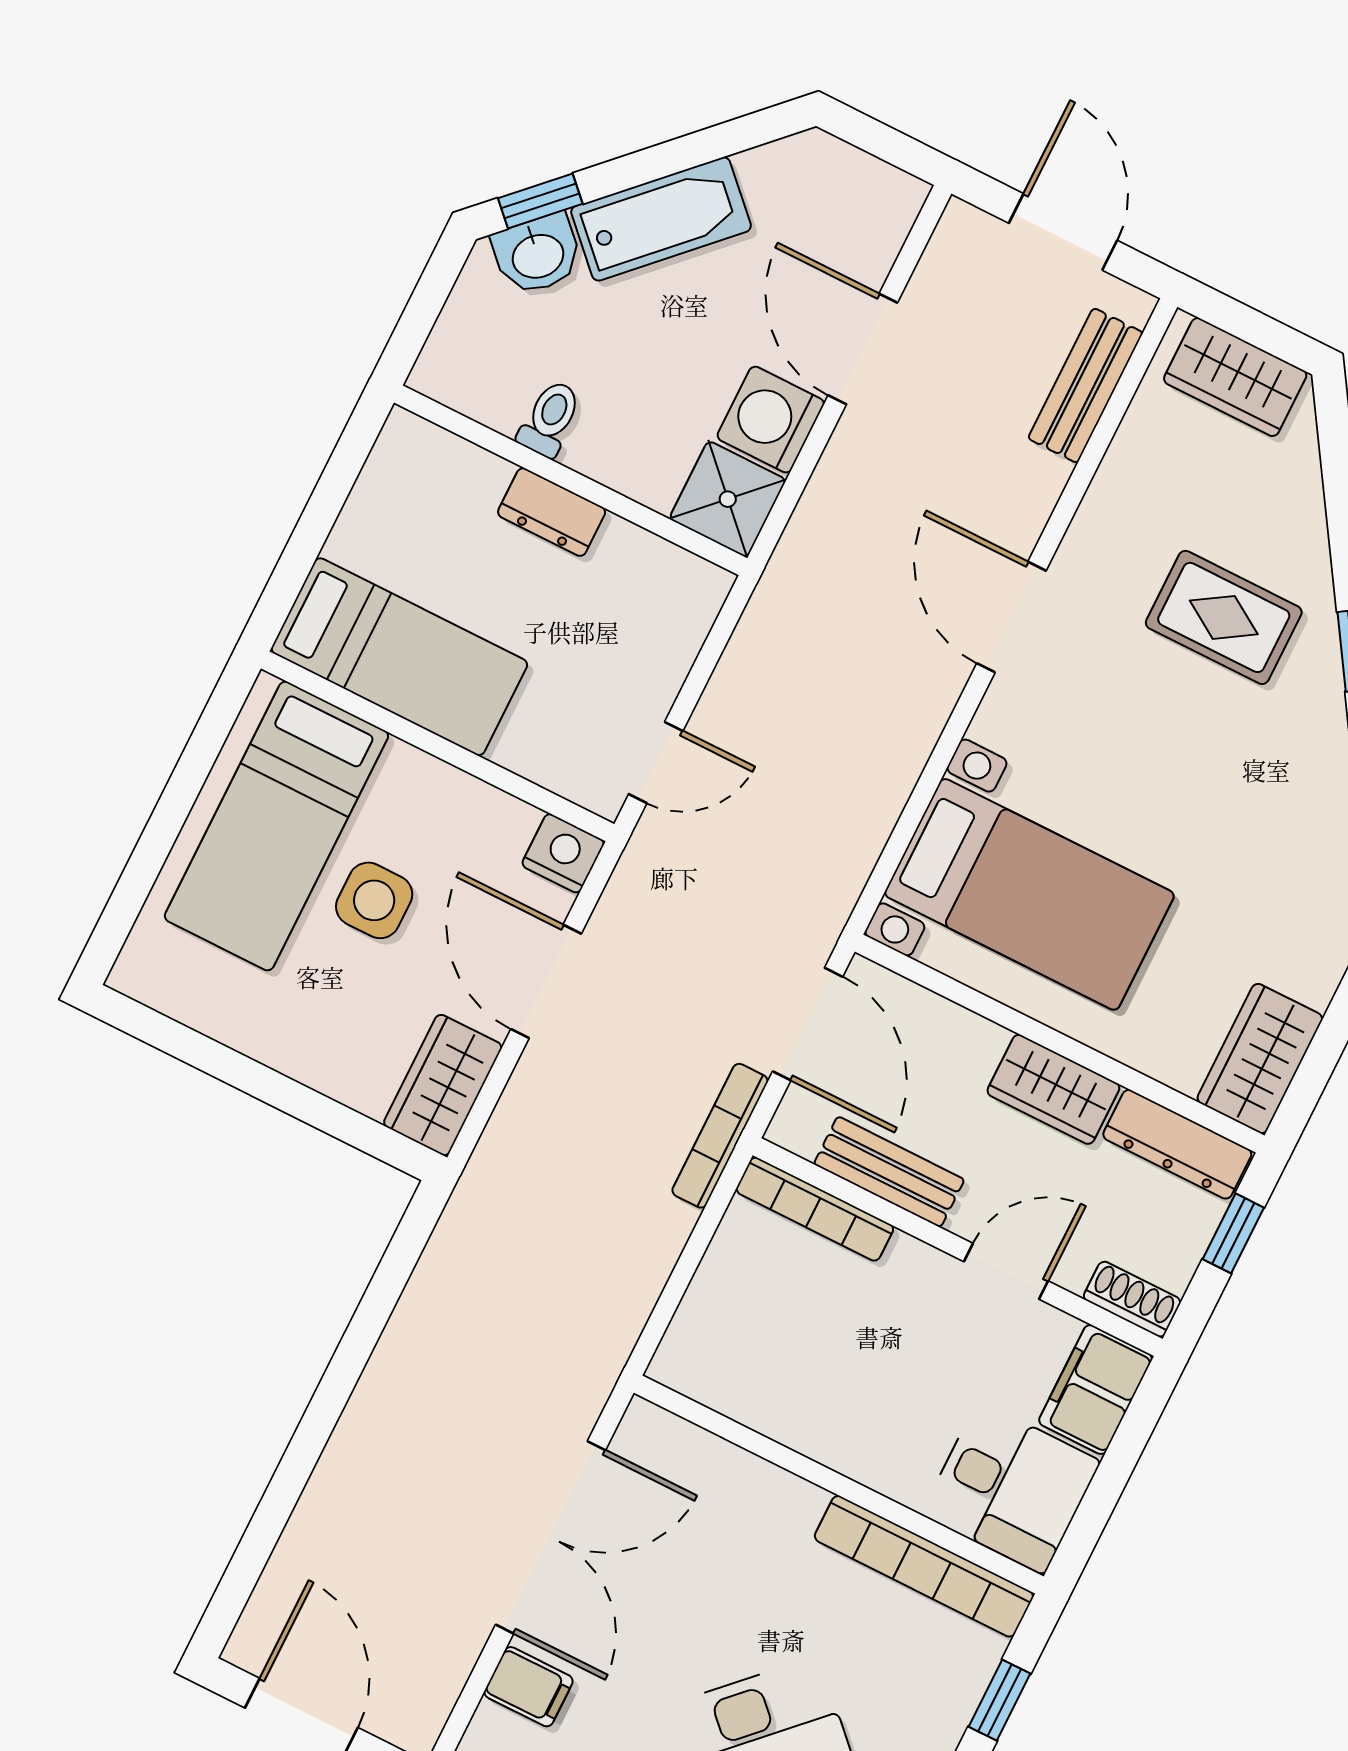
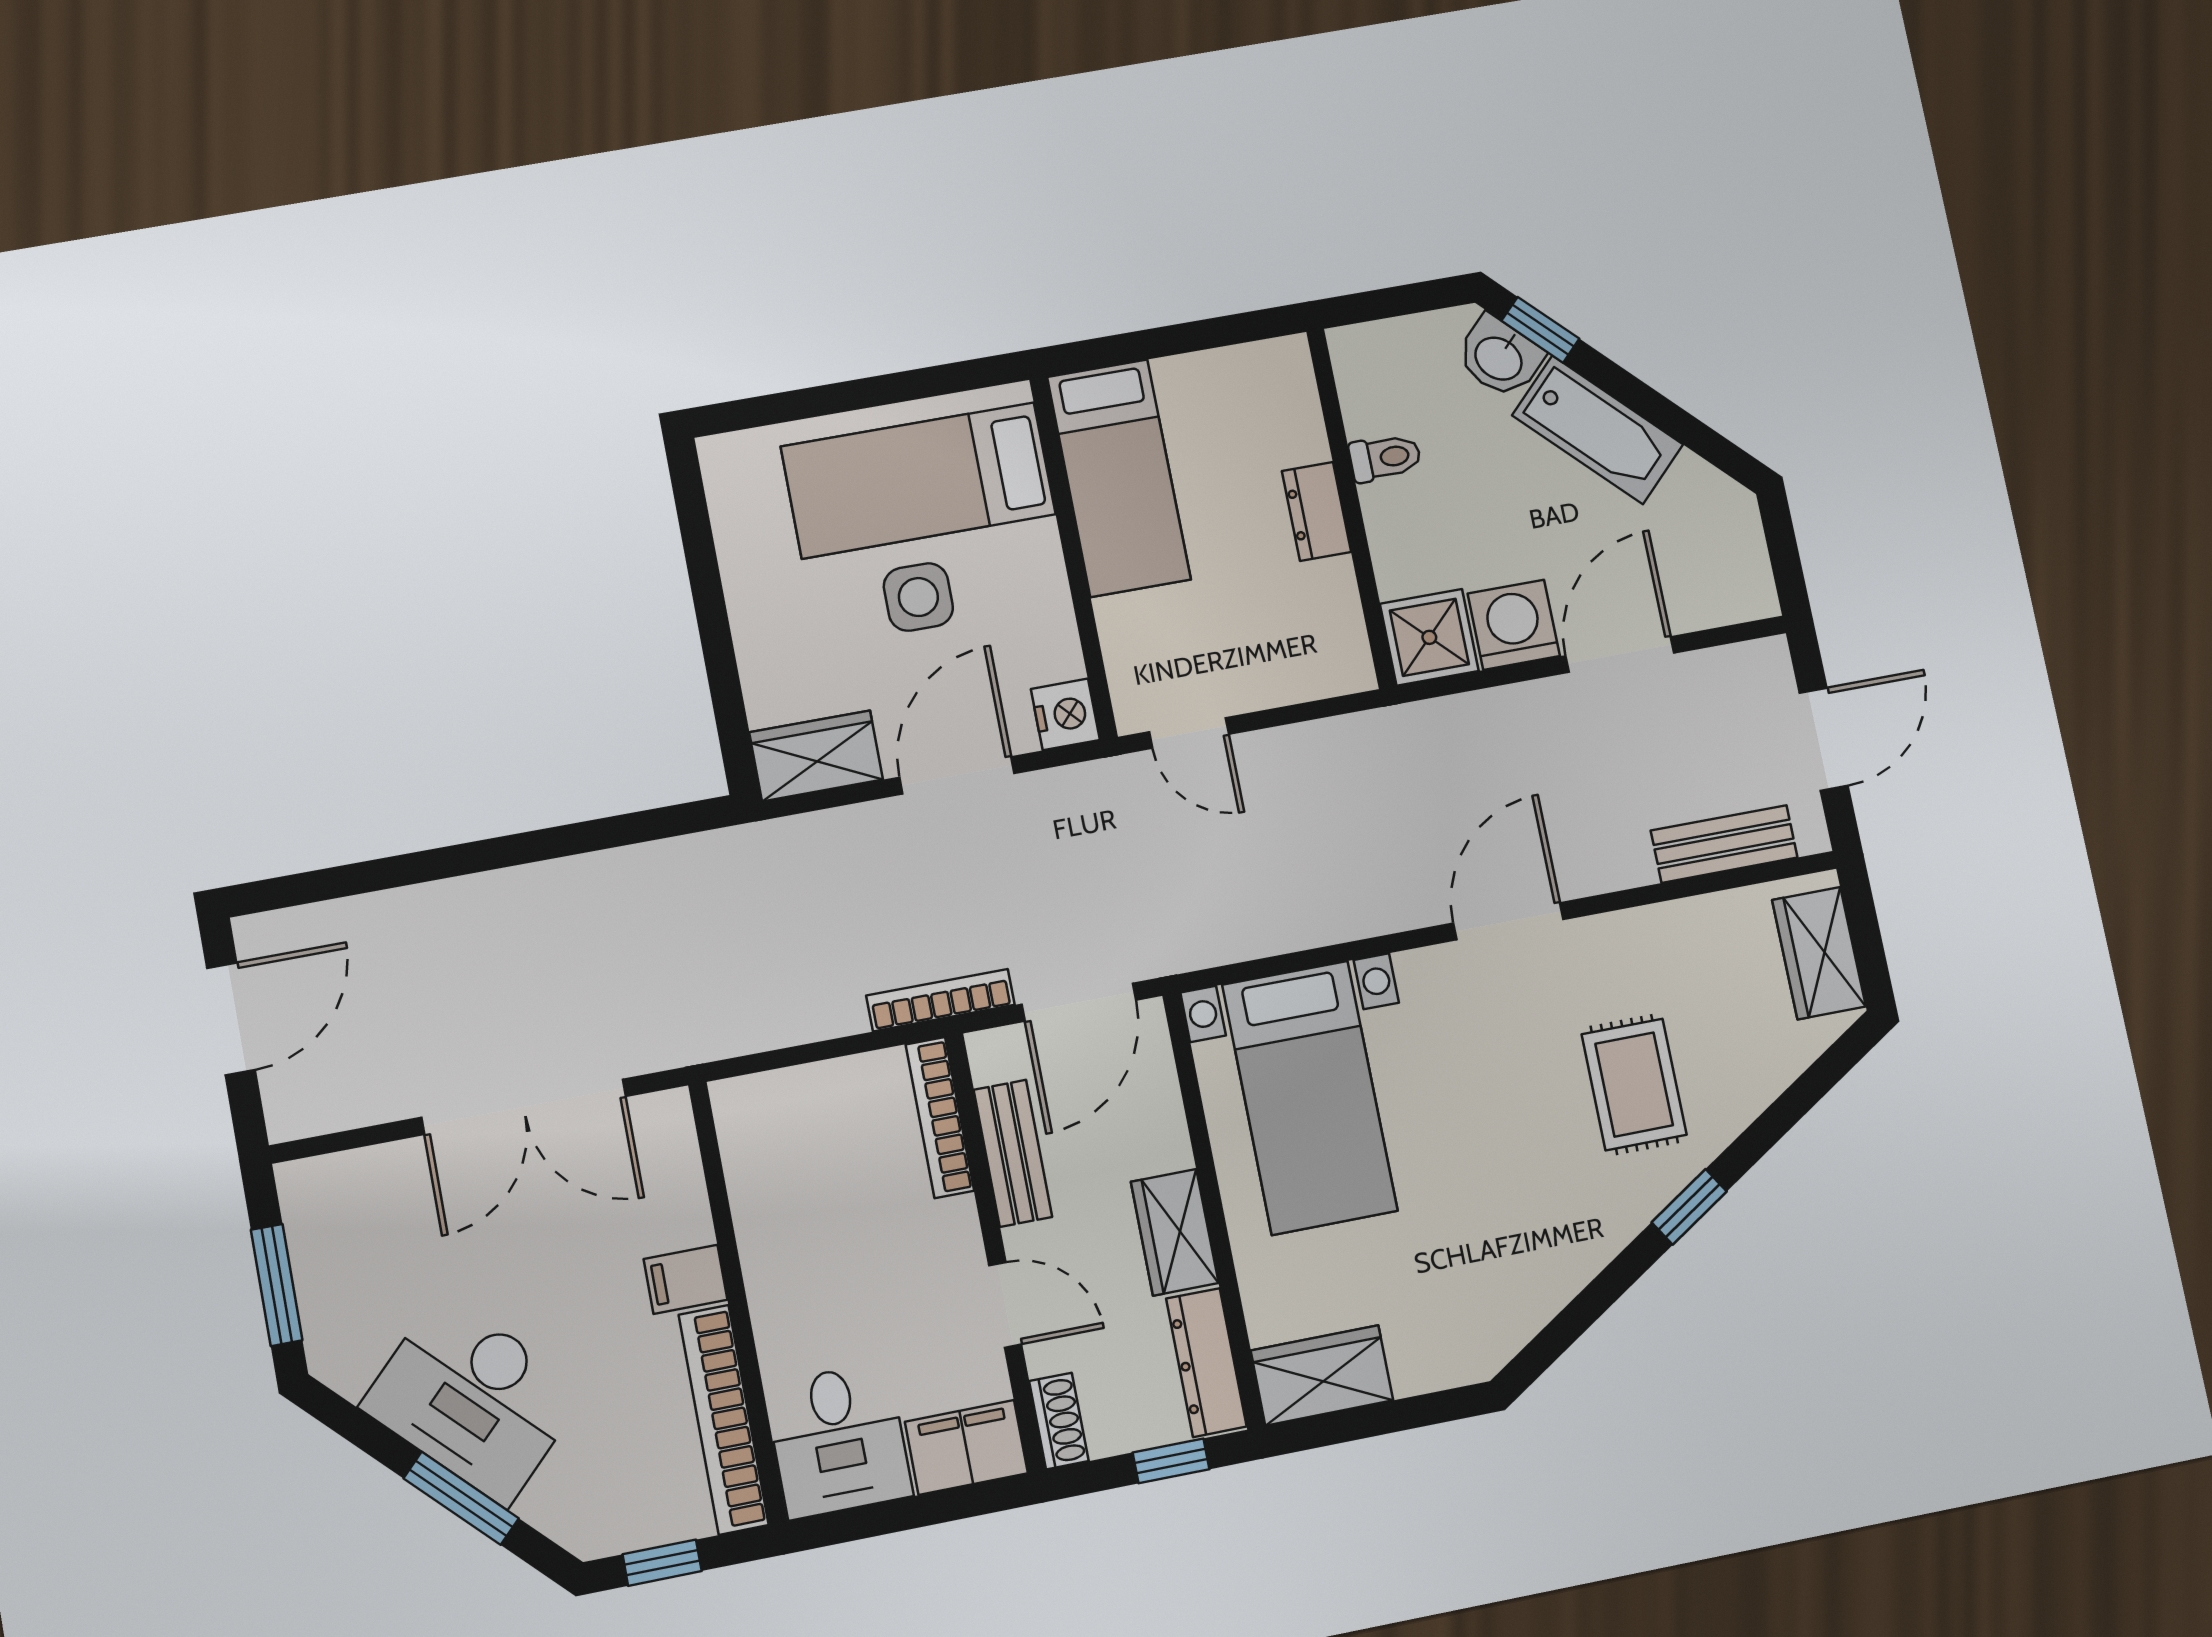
filing cabinet: (529, 1687) -> (686, 1279), moved, turned 90

